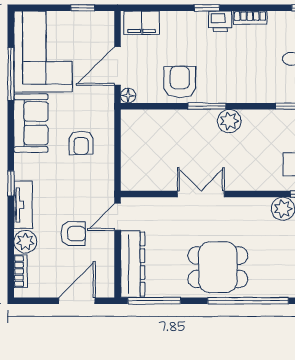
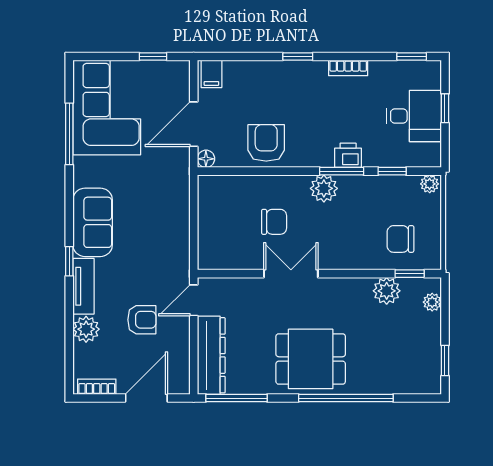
printer: (220, 21) -> (348, 155), moved, turned 180
filing cabinet: (142, 23) -> (211, 74), width x0.50
window: (207, 106) -> (342, 171), moved
sofa: (31, 123) -> (93, 222), moved
armchair: (81, 143) -> (151, 214), removed
chair: (186, 150) -> (274, 222), added
bookcase: (21, 271) -> (97, 387), moved, turned -90

